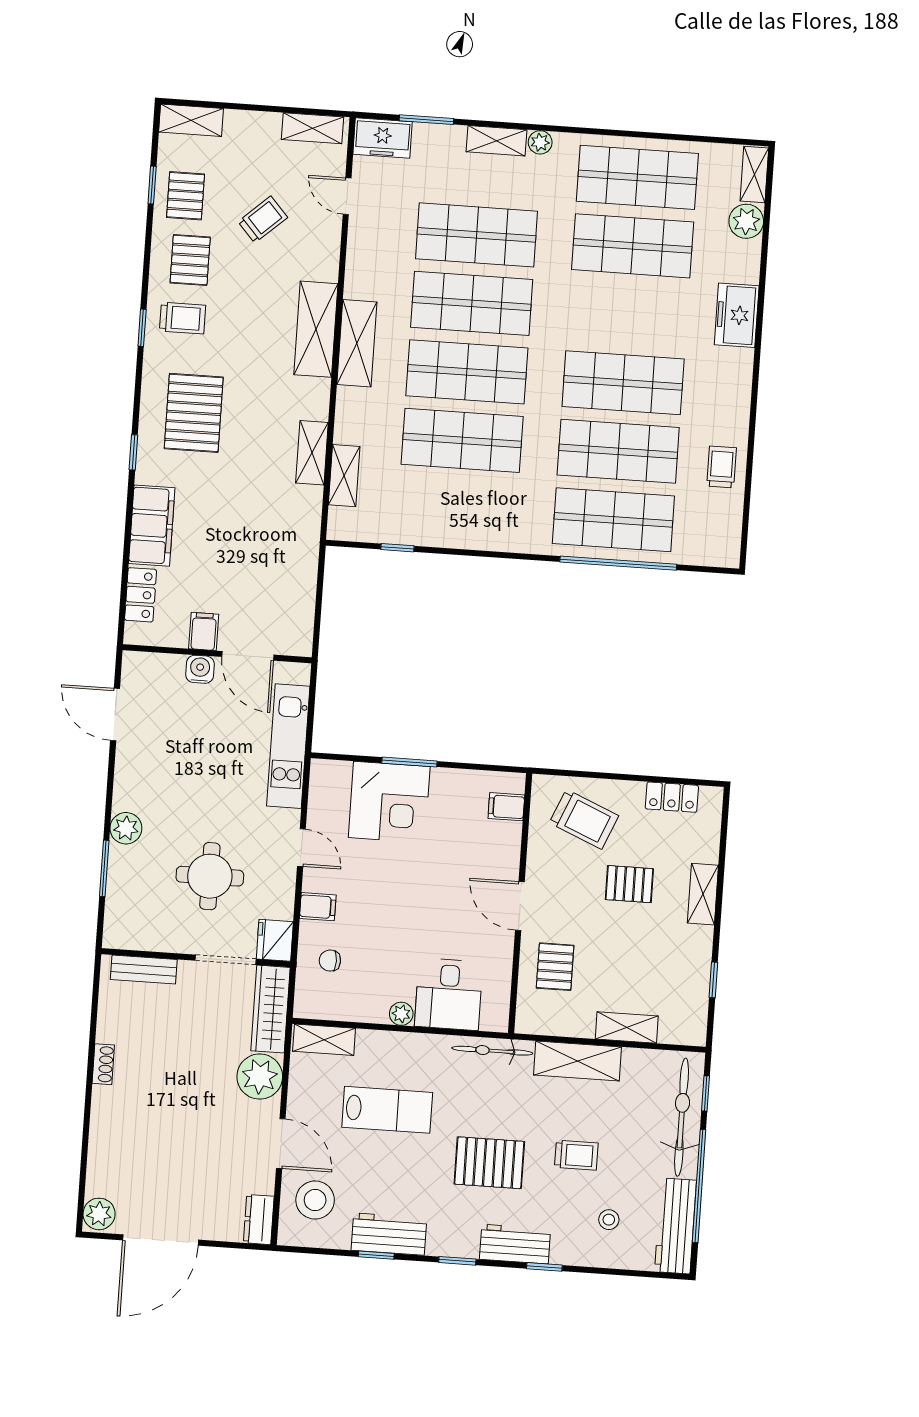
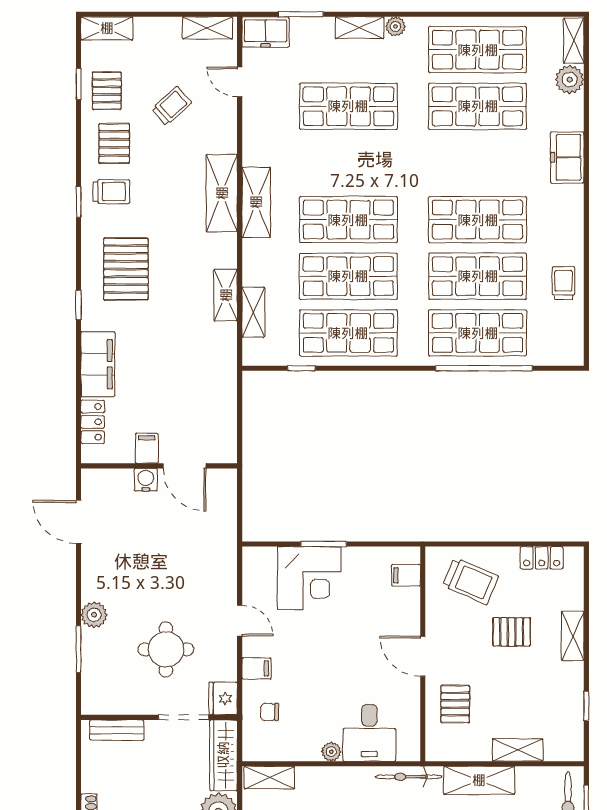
shop shelf: (472, 303) -> (348, 333), moved
kitchen unit: (288, 746) -> (223, 538), removed

